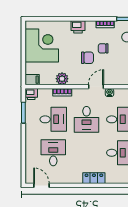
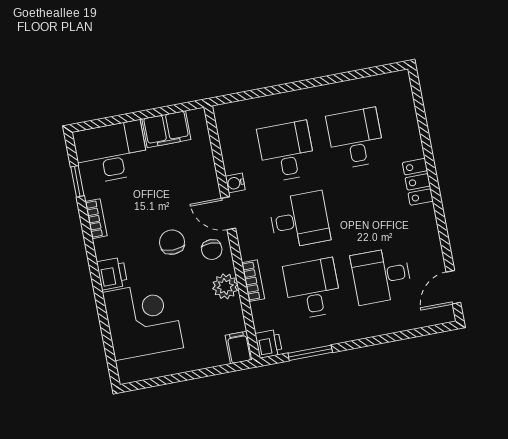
corner desk: (42, 45) -> (143, 320), moved, turned 90
chair: (103, 48) -> (212, 249), moved

